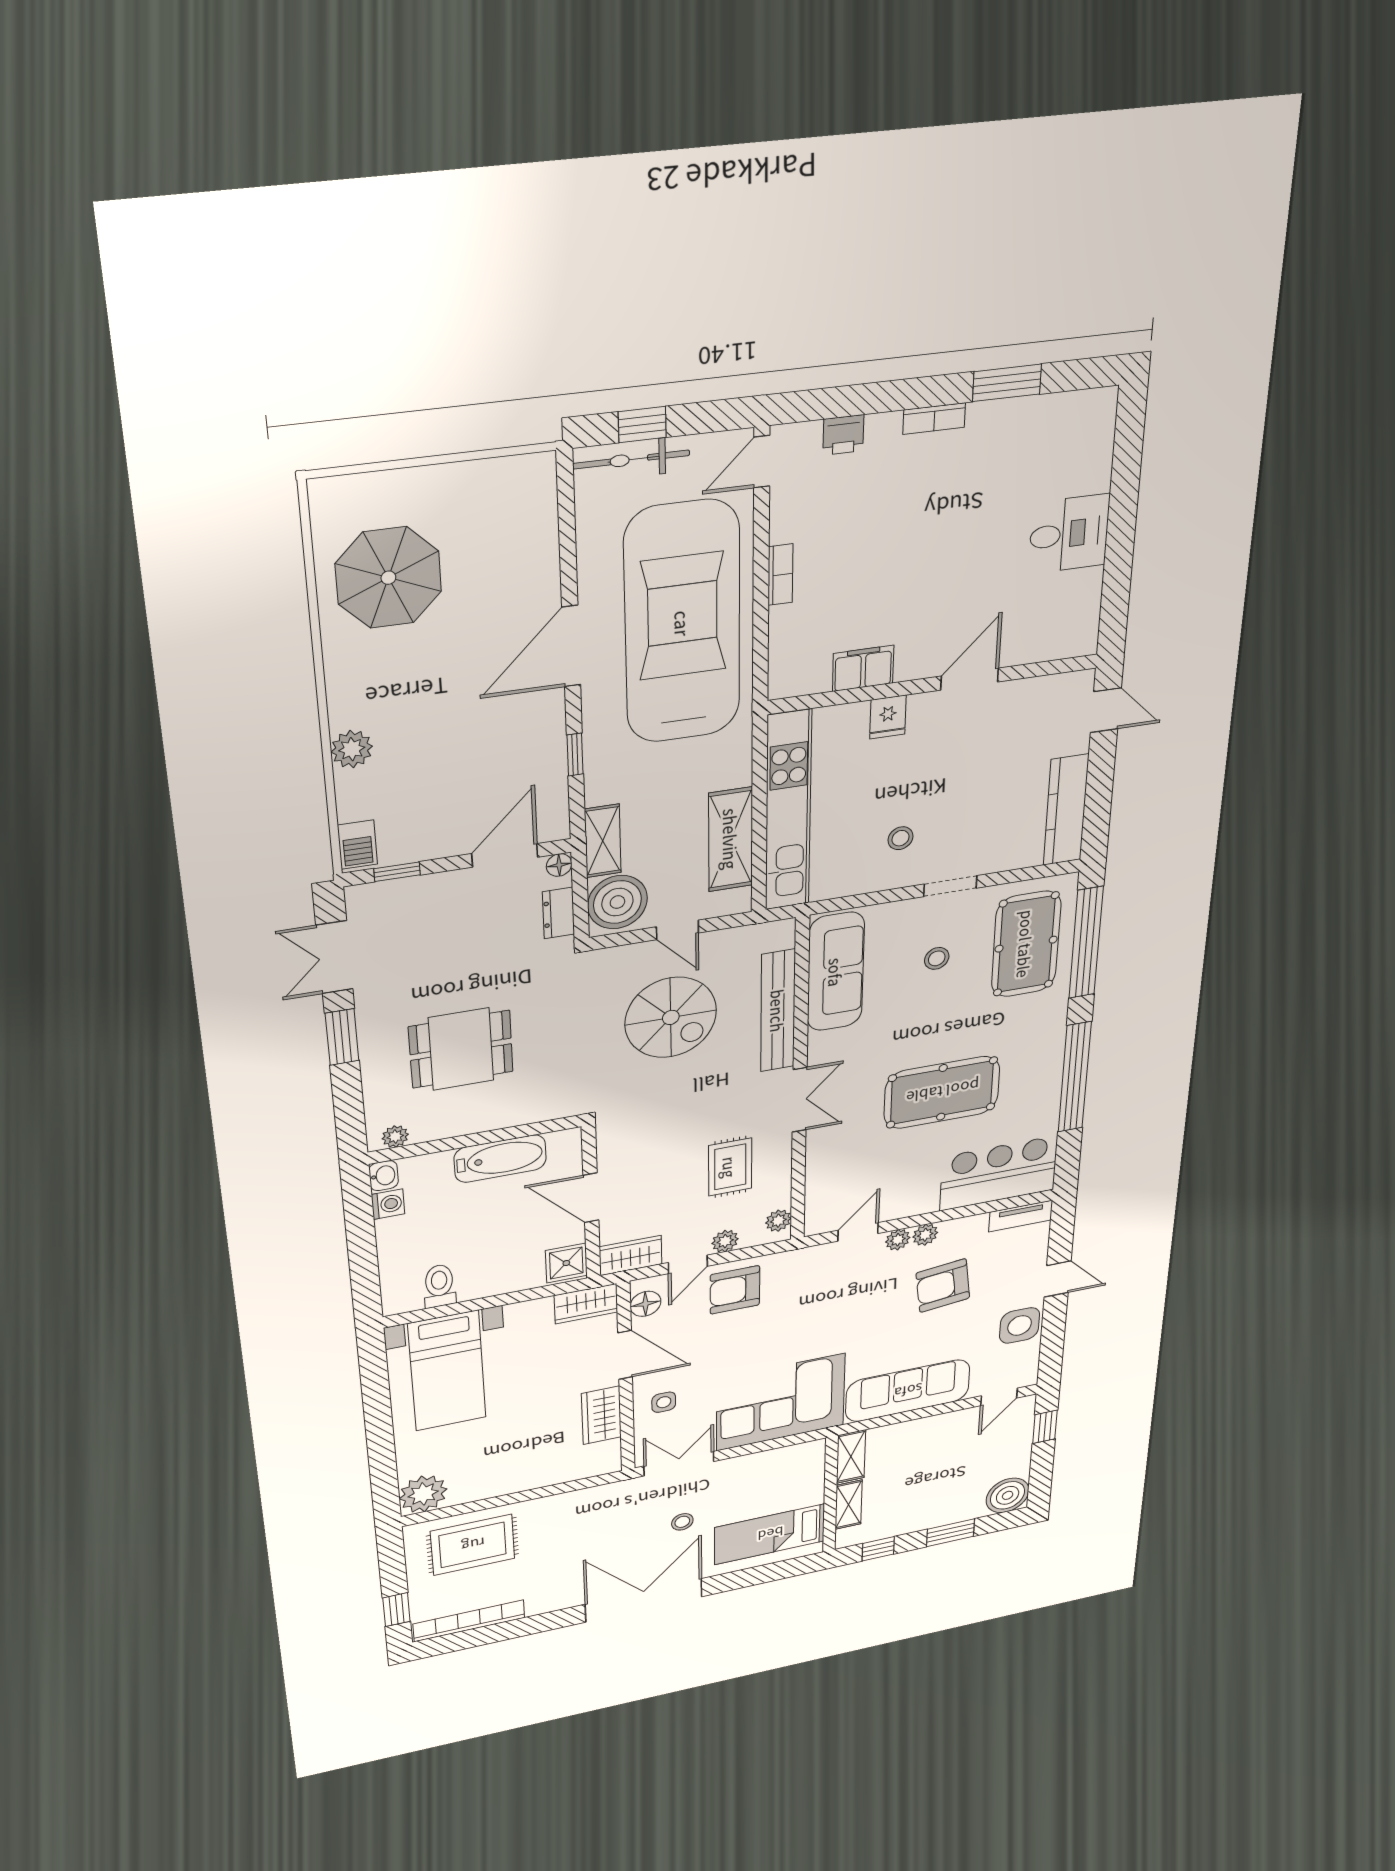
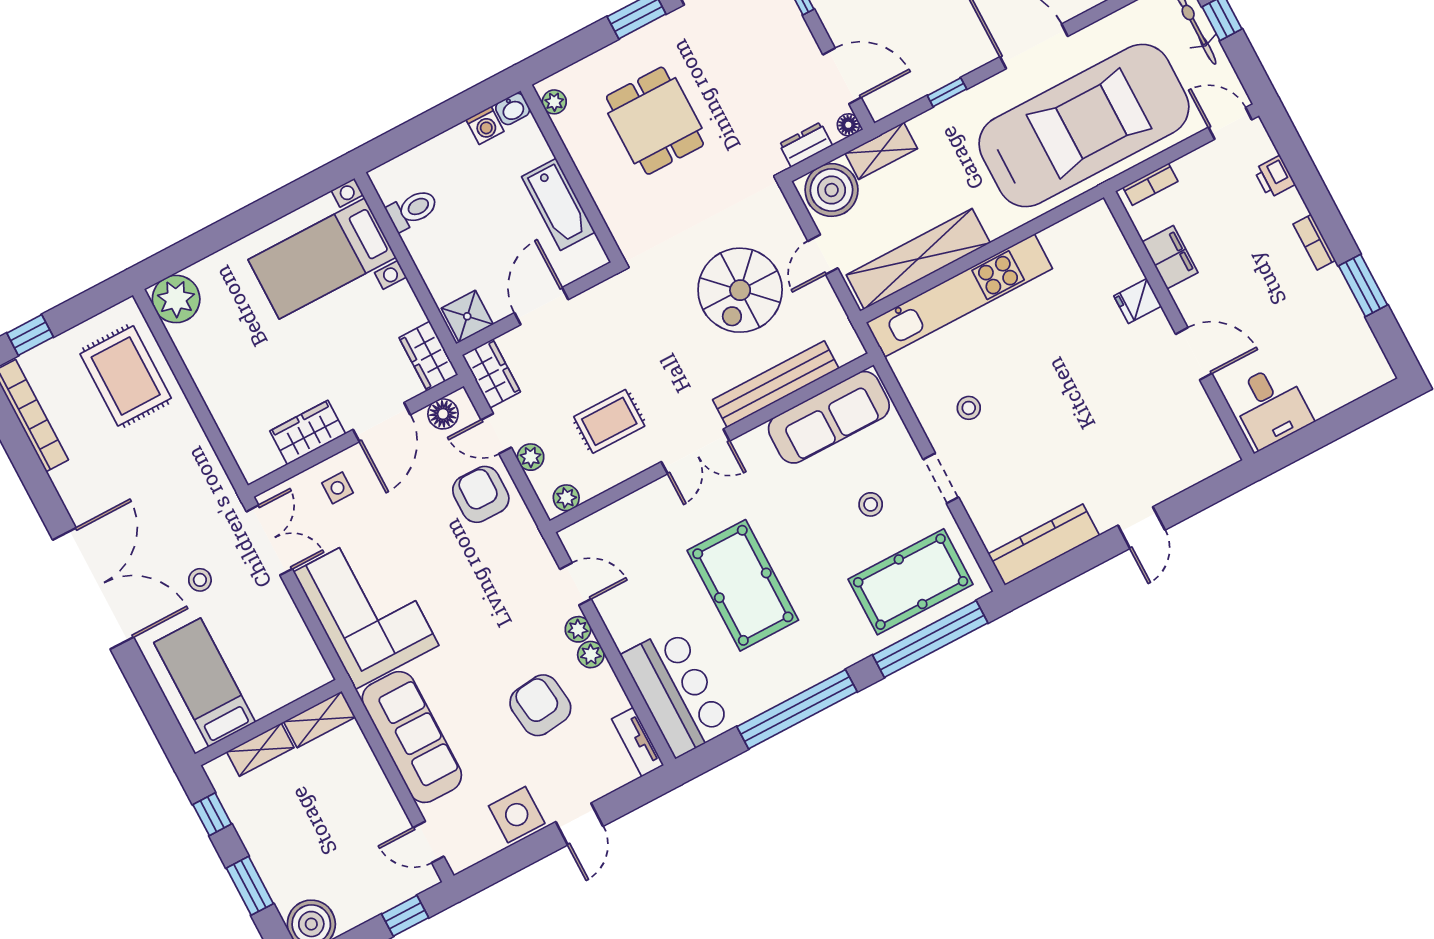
filing cabinet: (863, 668) -> (1170, 257), moved
door: (970, 679) -> (1194, 354), moved
wall: (934, 684) -> (1179, 326), moved
fridge: (888, 717) -> (1138, 301), moved
shelving: (731, 839) -> (918, 259), width x1.47

